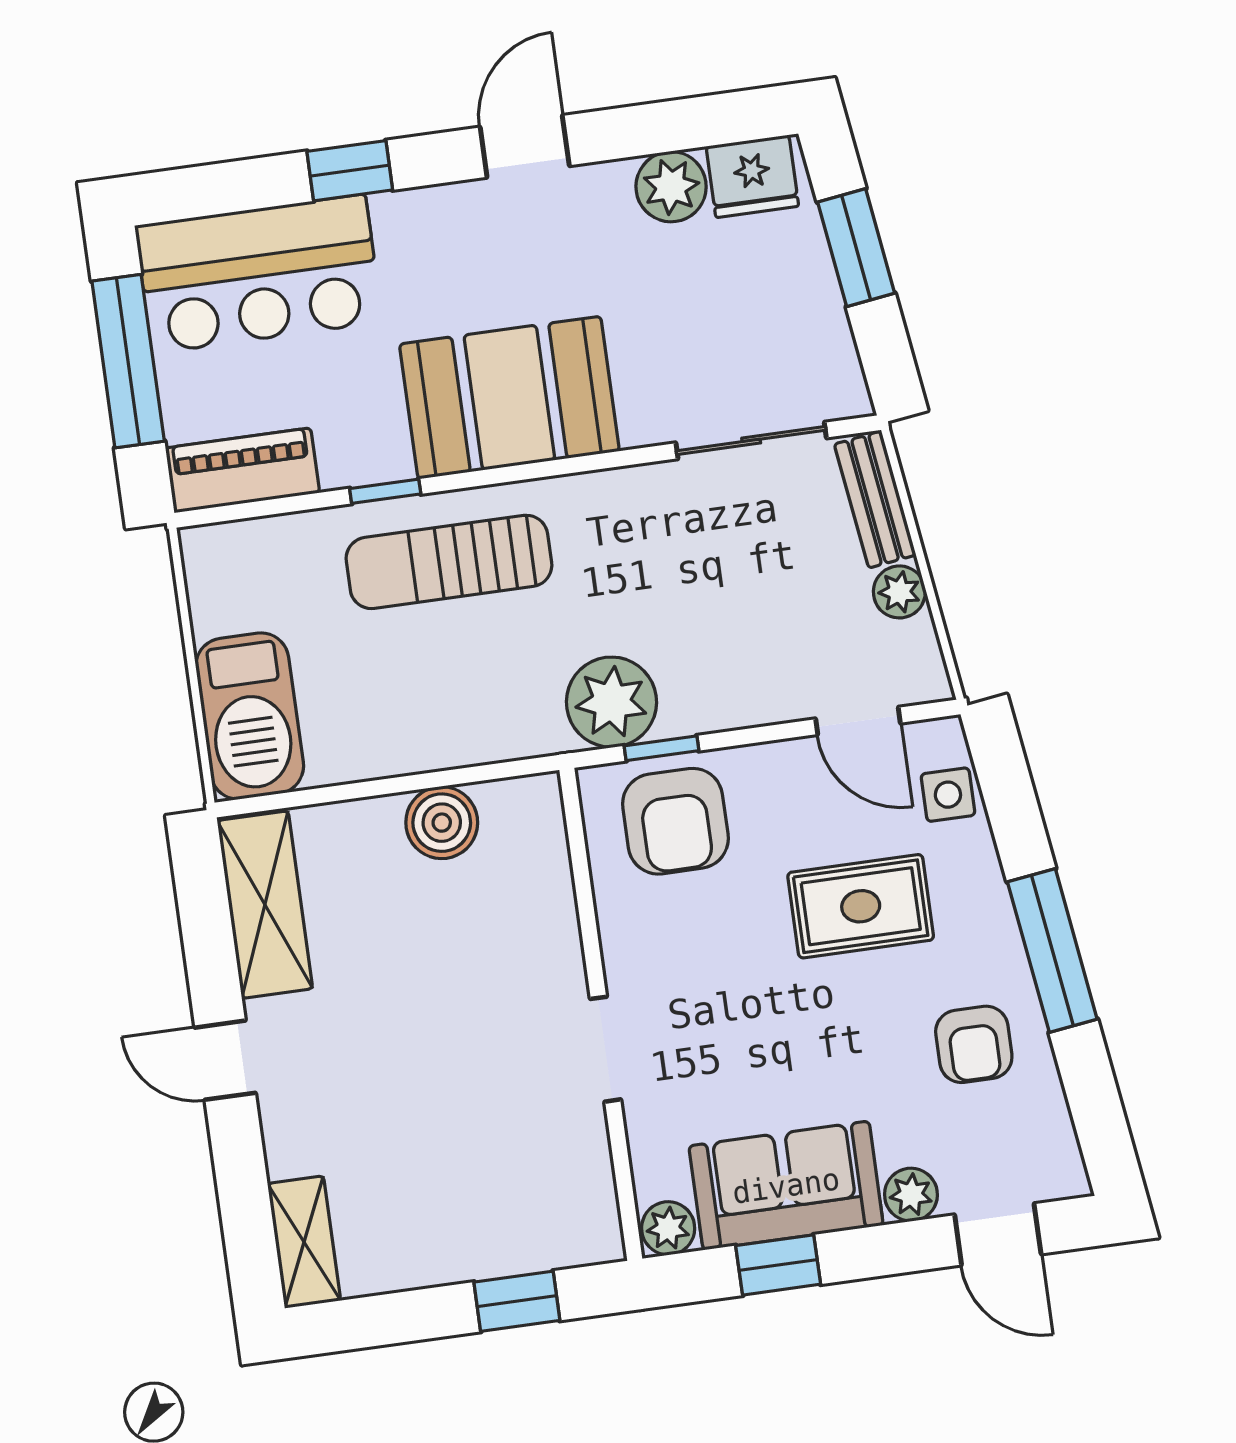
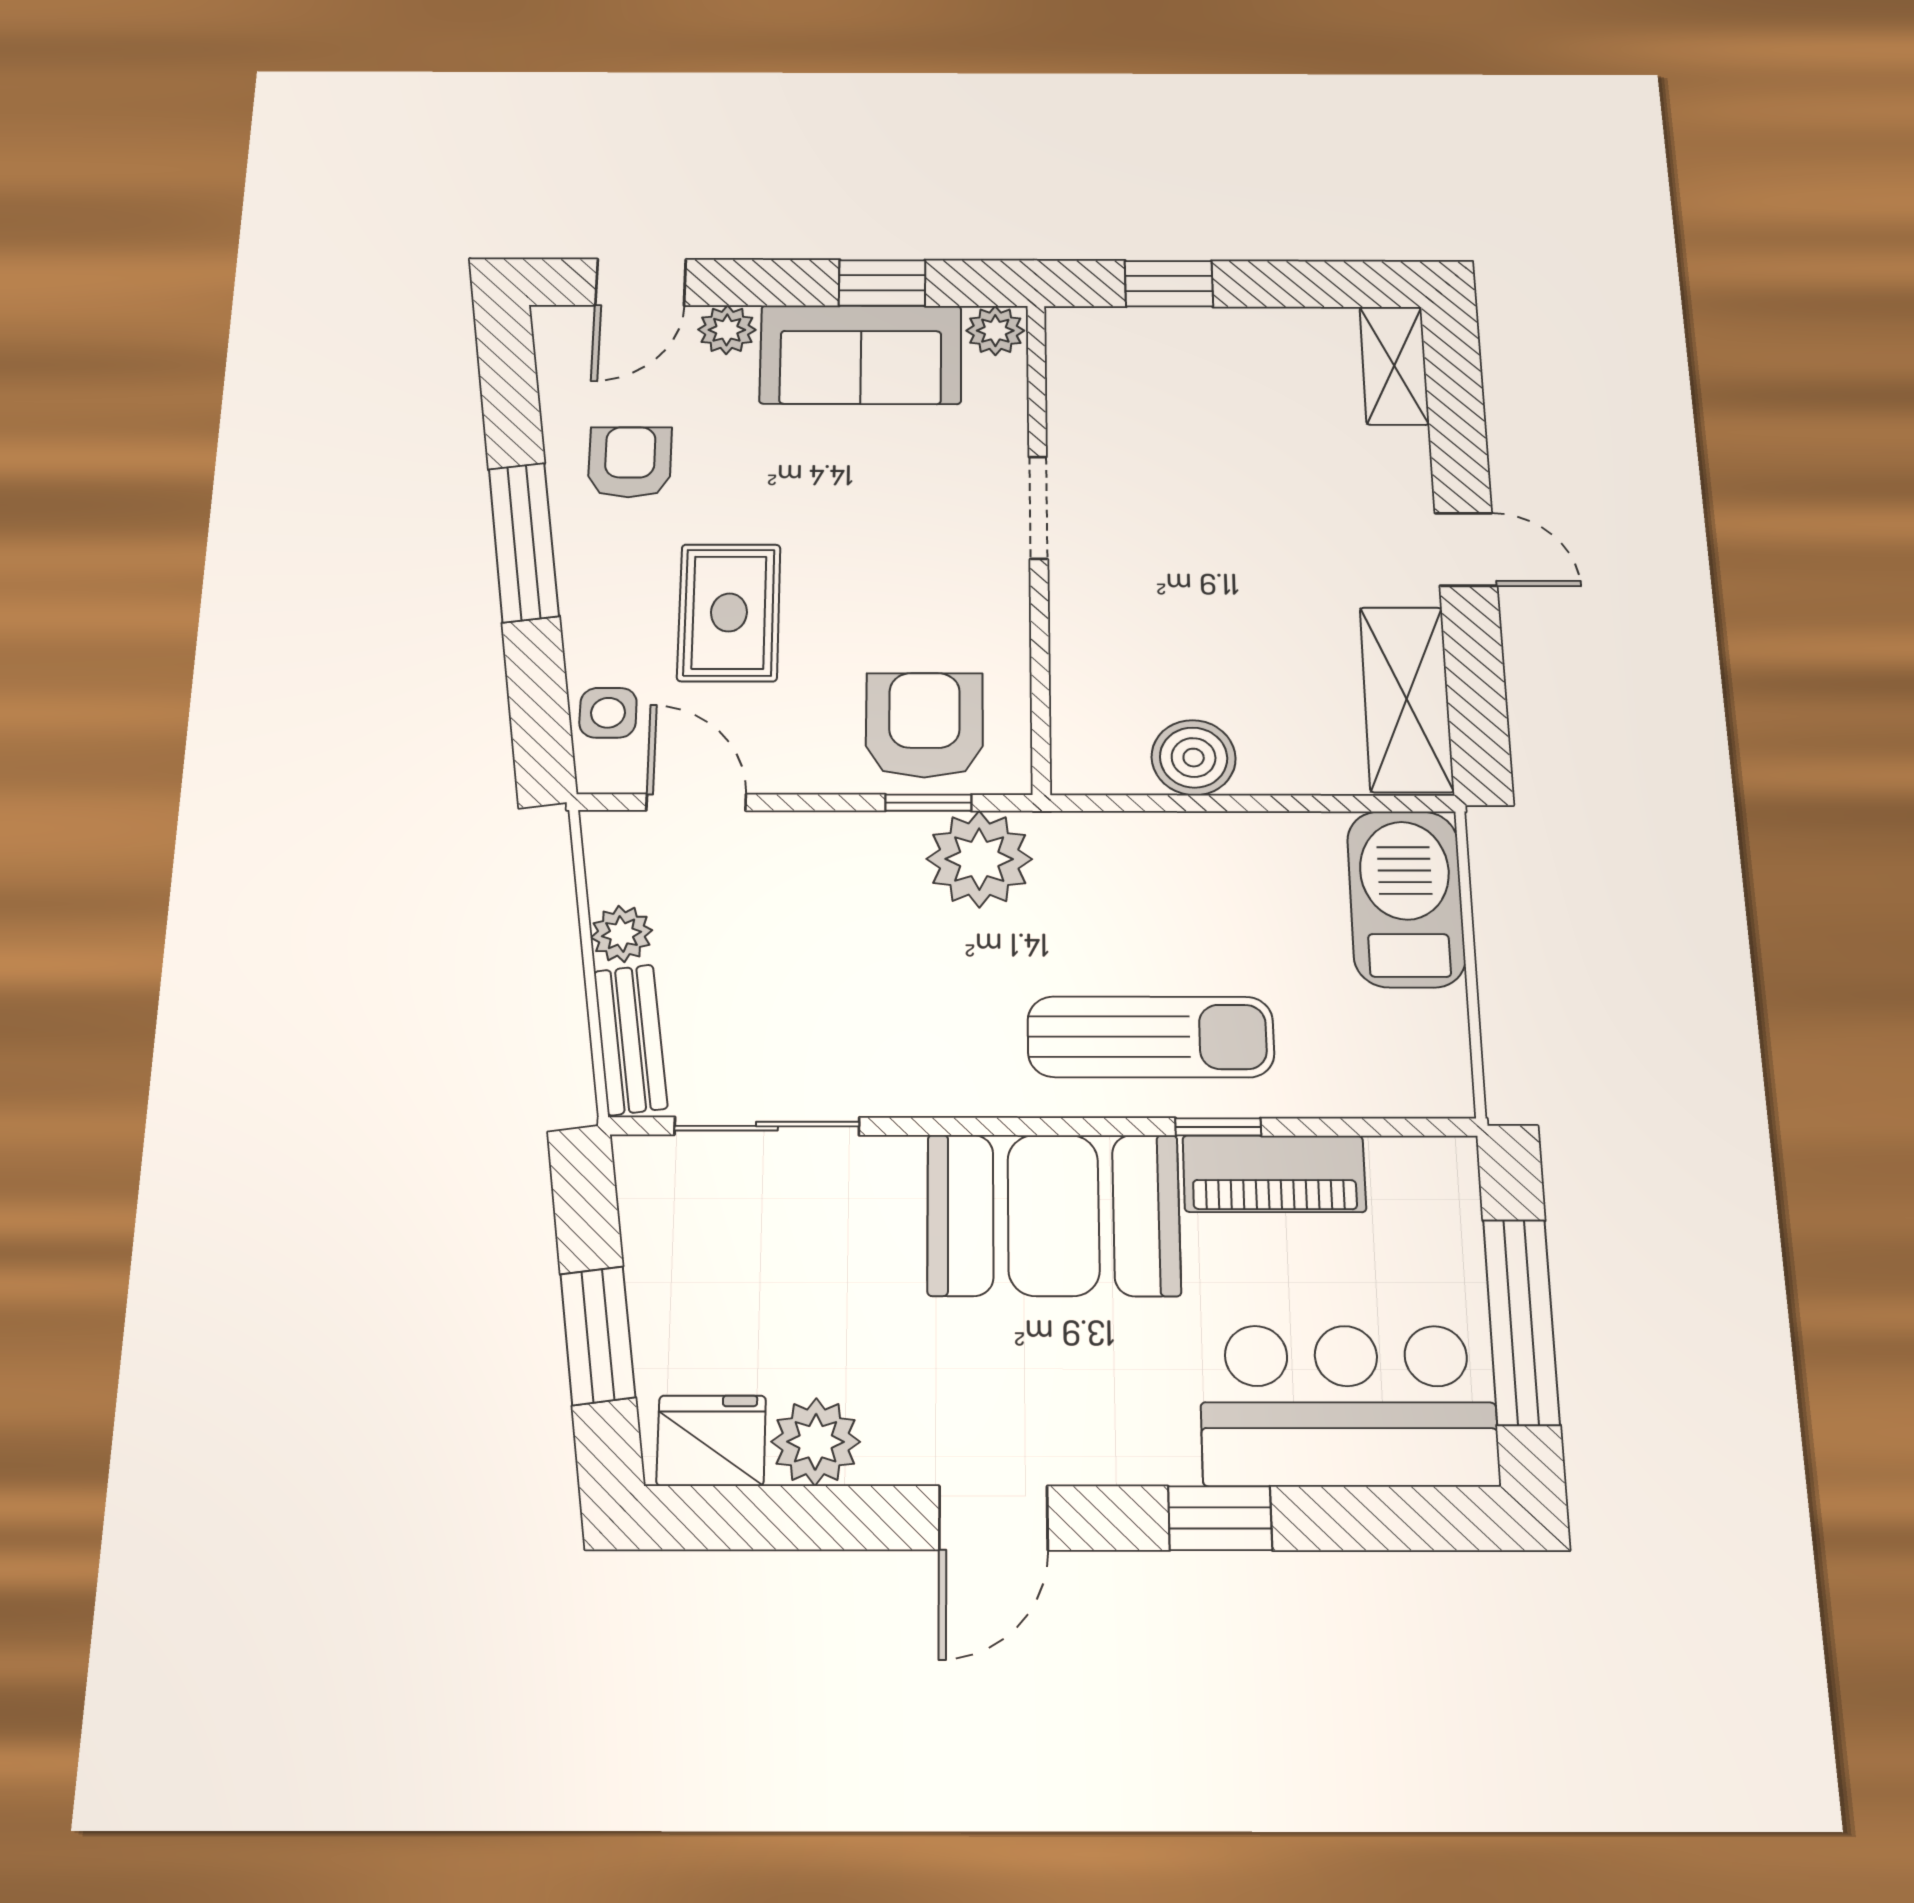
piano: (243, 470) -> (1274, 1174), moved
rug: (861, 906) -> (729, 612), turned 90
door: (998, 1234) -> (641, 282), swing flipped

